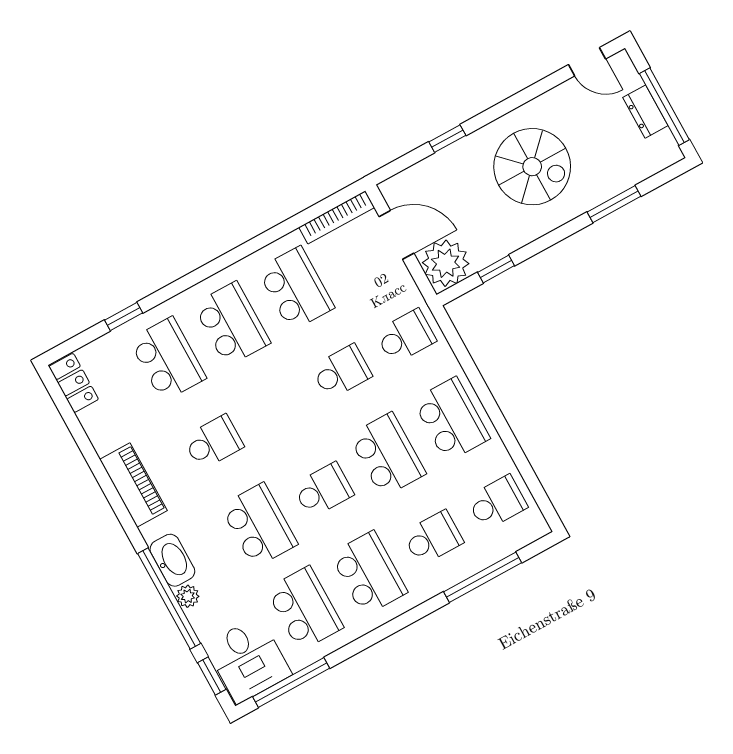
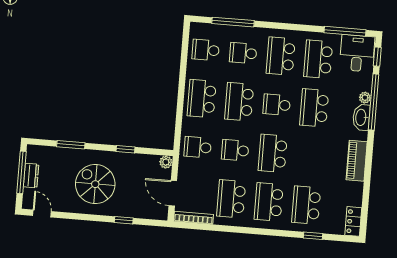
plant: (446, 263) -> (166, 162), width x0.53, depth x0.53
window: (496, 269) -> (125, 149), moved
school desk: (213, 442) -> (273, 153), moved, width x1.85

